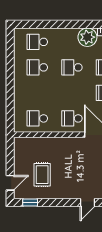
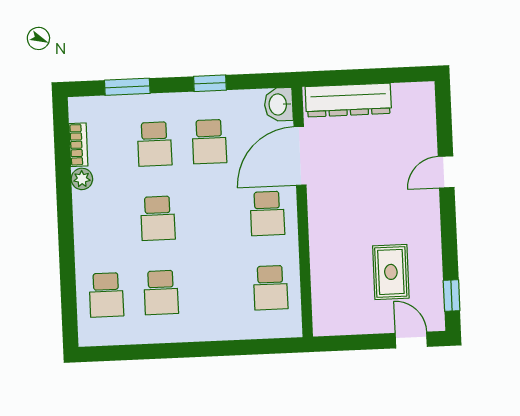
plant: (87, 37) -> (82, 179), width x0.53, depth x0.53
rug: (42, 175) -> (391, 272), turned 90
door: (88, 202) -> (446, 172), swing flipped

